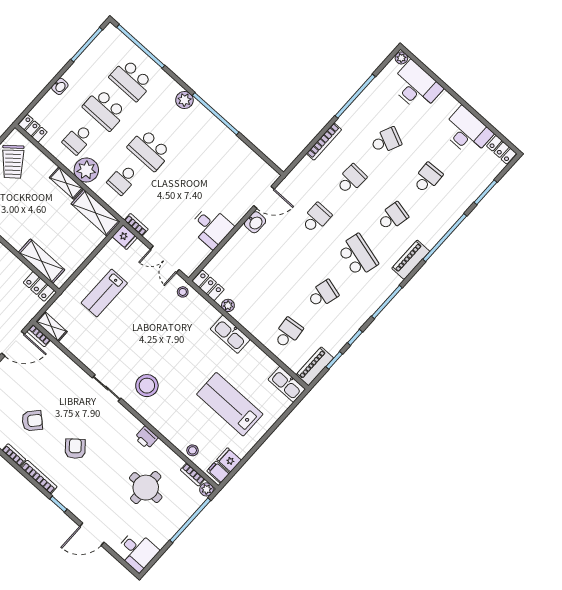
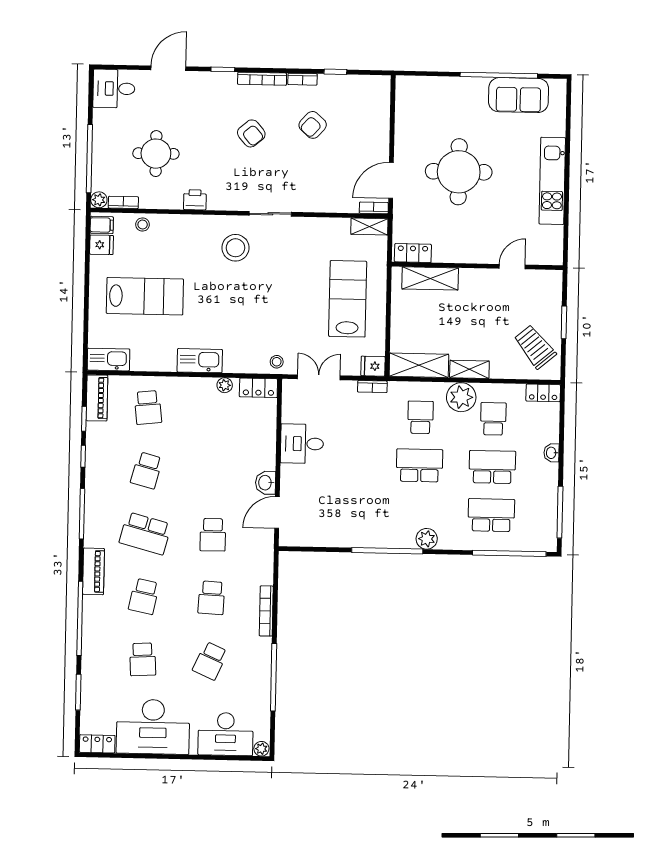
desk: (467, 132) -> (153, 727), width x1.36, depth x1.30
lab bench: (104, 293) -> (348, 299), width x1.36, depth x1.39

